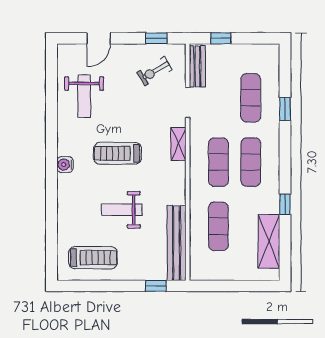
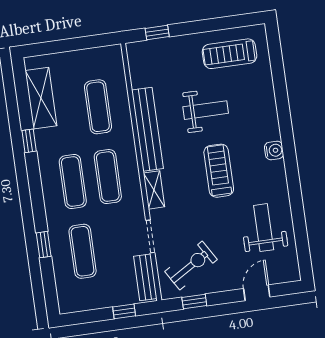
exercise bike: (155, 71) -> (191, 266), width x1.38, depth x1.39
treadmill: (118, 153) -> (219, 171), turned -90
bench: (177, 243) -> (147, 129), moved

